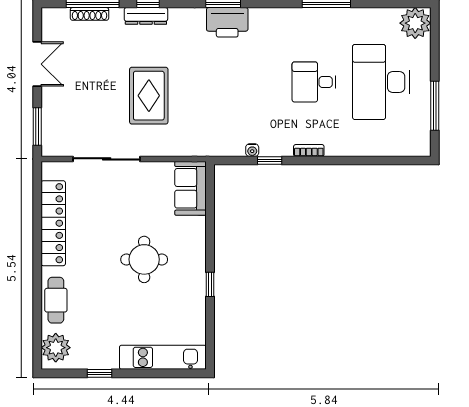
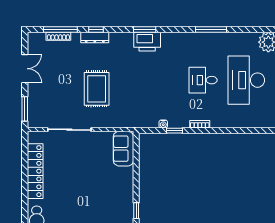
round table: (144, 259) -> (94, 195), removed

